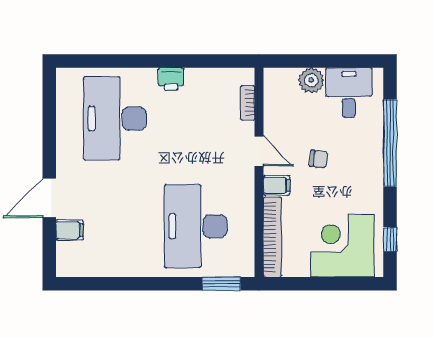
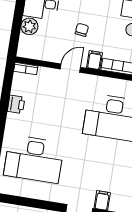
printer: (171, 79) -> (16, 104), moved
bookcase: (248, 103) -> (26, 69), moved

